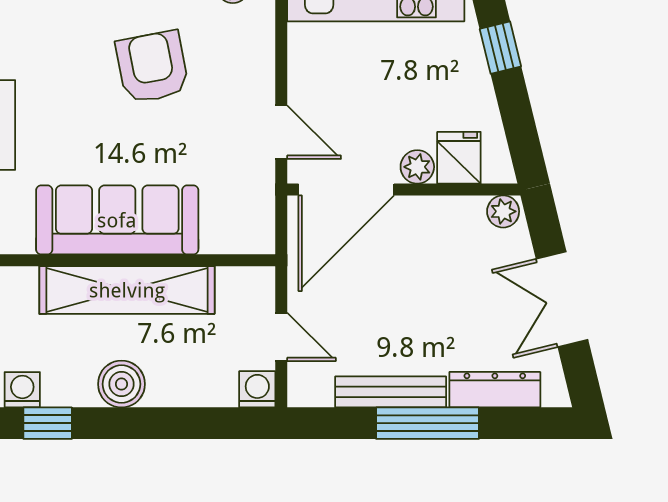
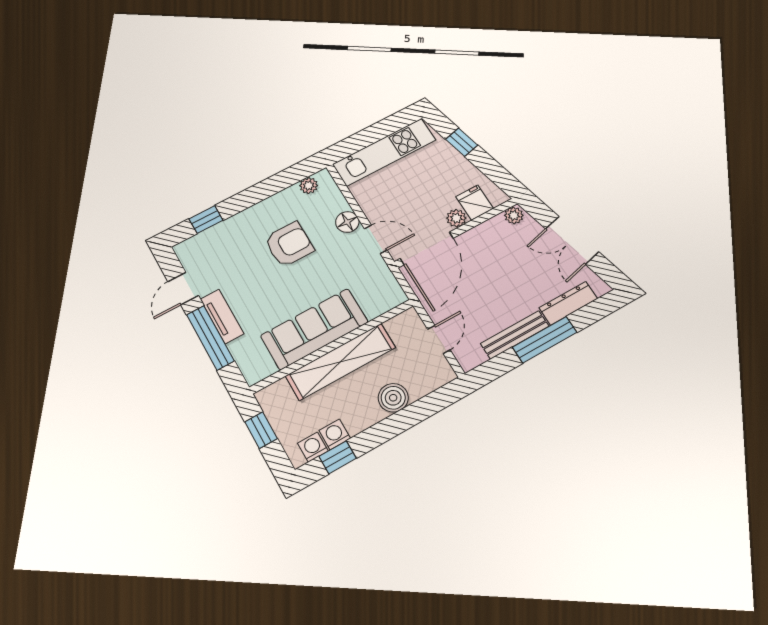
armchair: (152, 67) -> (289, 244), turned 101
floor lamp: (256, 80) -> (347, 222), added
door: (281, 337) -> (439, 339), hinge flipped
boiler: (121, 384) -> (393, 398), moved
washing machine: (257, 389) -> (335, 434), moved

